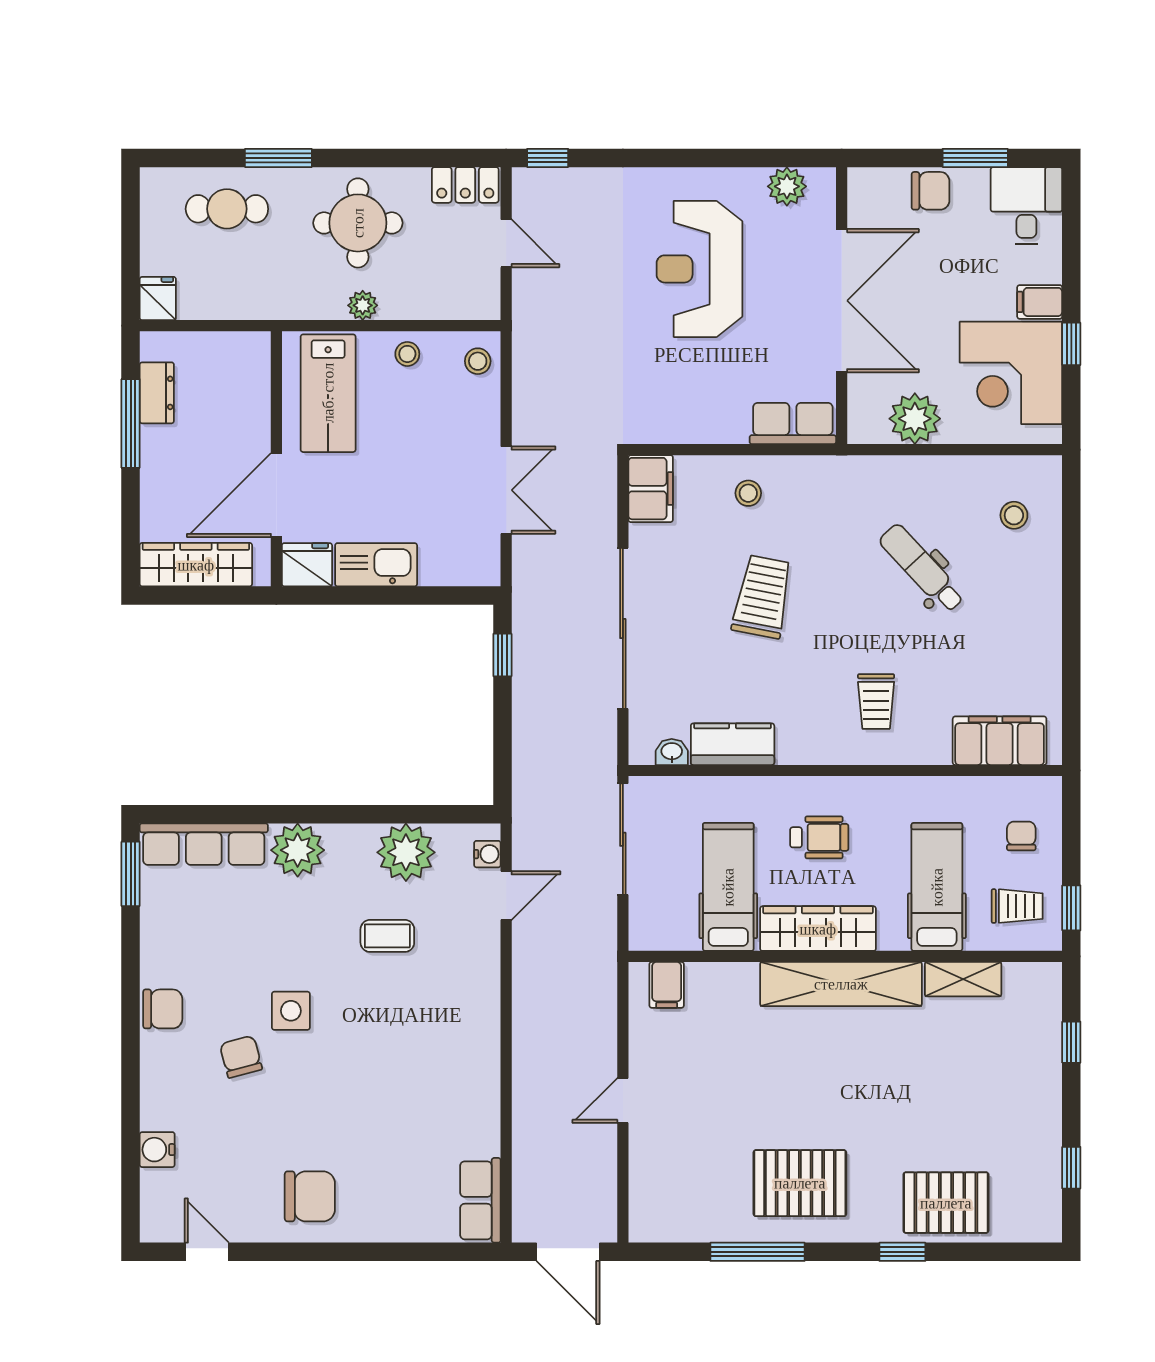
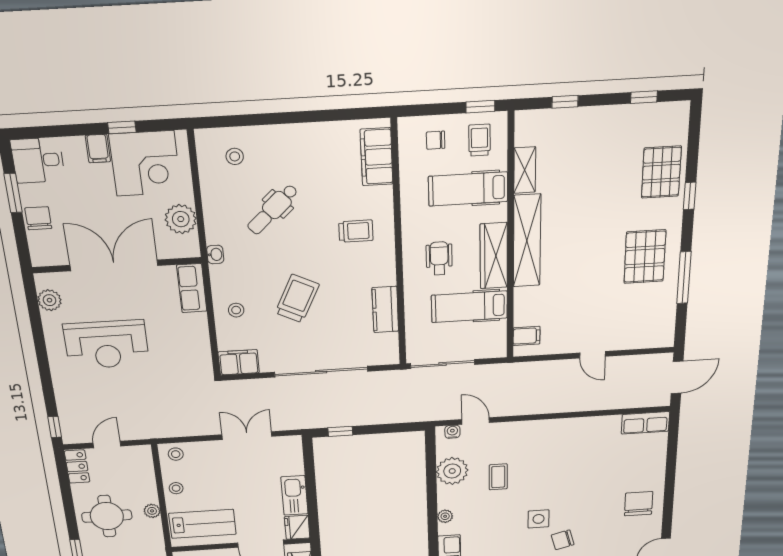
trolley: (762, 597) -> (297, 299), turned 105
washbasin: (672, 752) -> (215, 254), moved, turned 180
plant: (298, 850) -> (445, 516), width x0.53, depth x0.53

